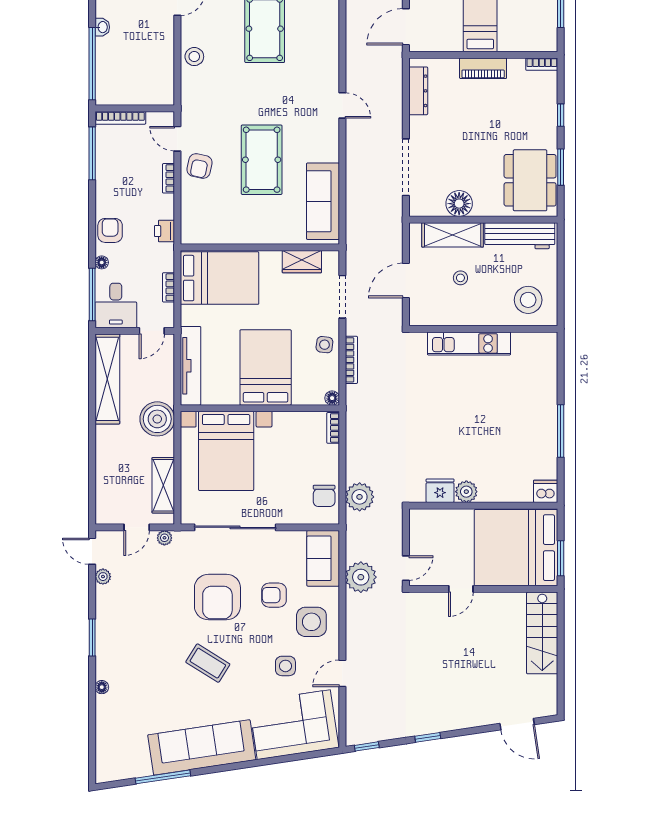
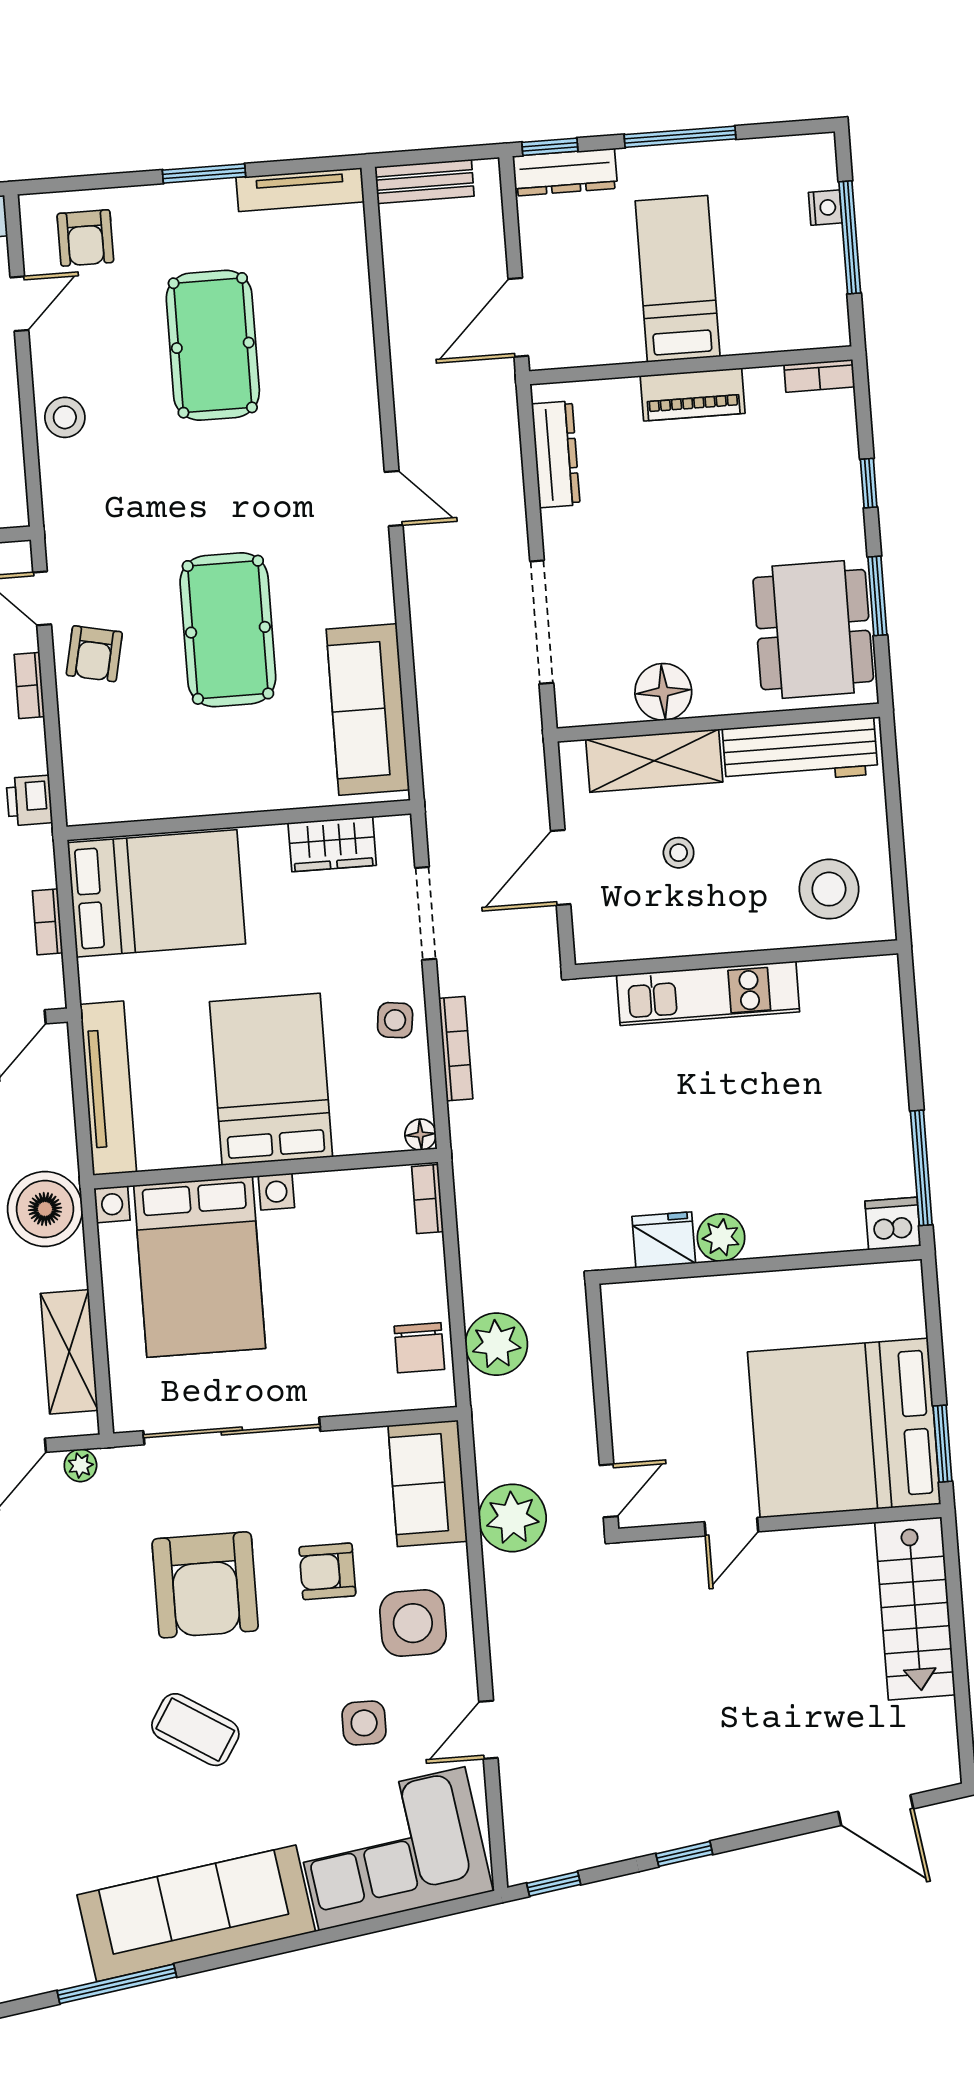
fridge: (440, 491) -> (664, 1240), moved
dishwasher: (546, 491) -> (893, 1224), moved
plant: (466, 492) -> (721, 1237), moved
wall: (483, 506) -> (760, 1265), moved

